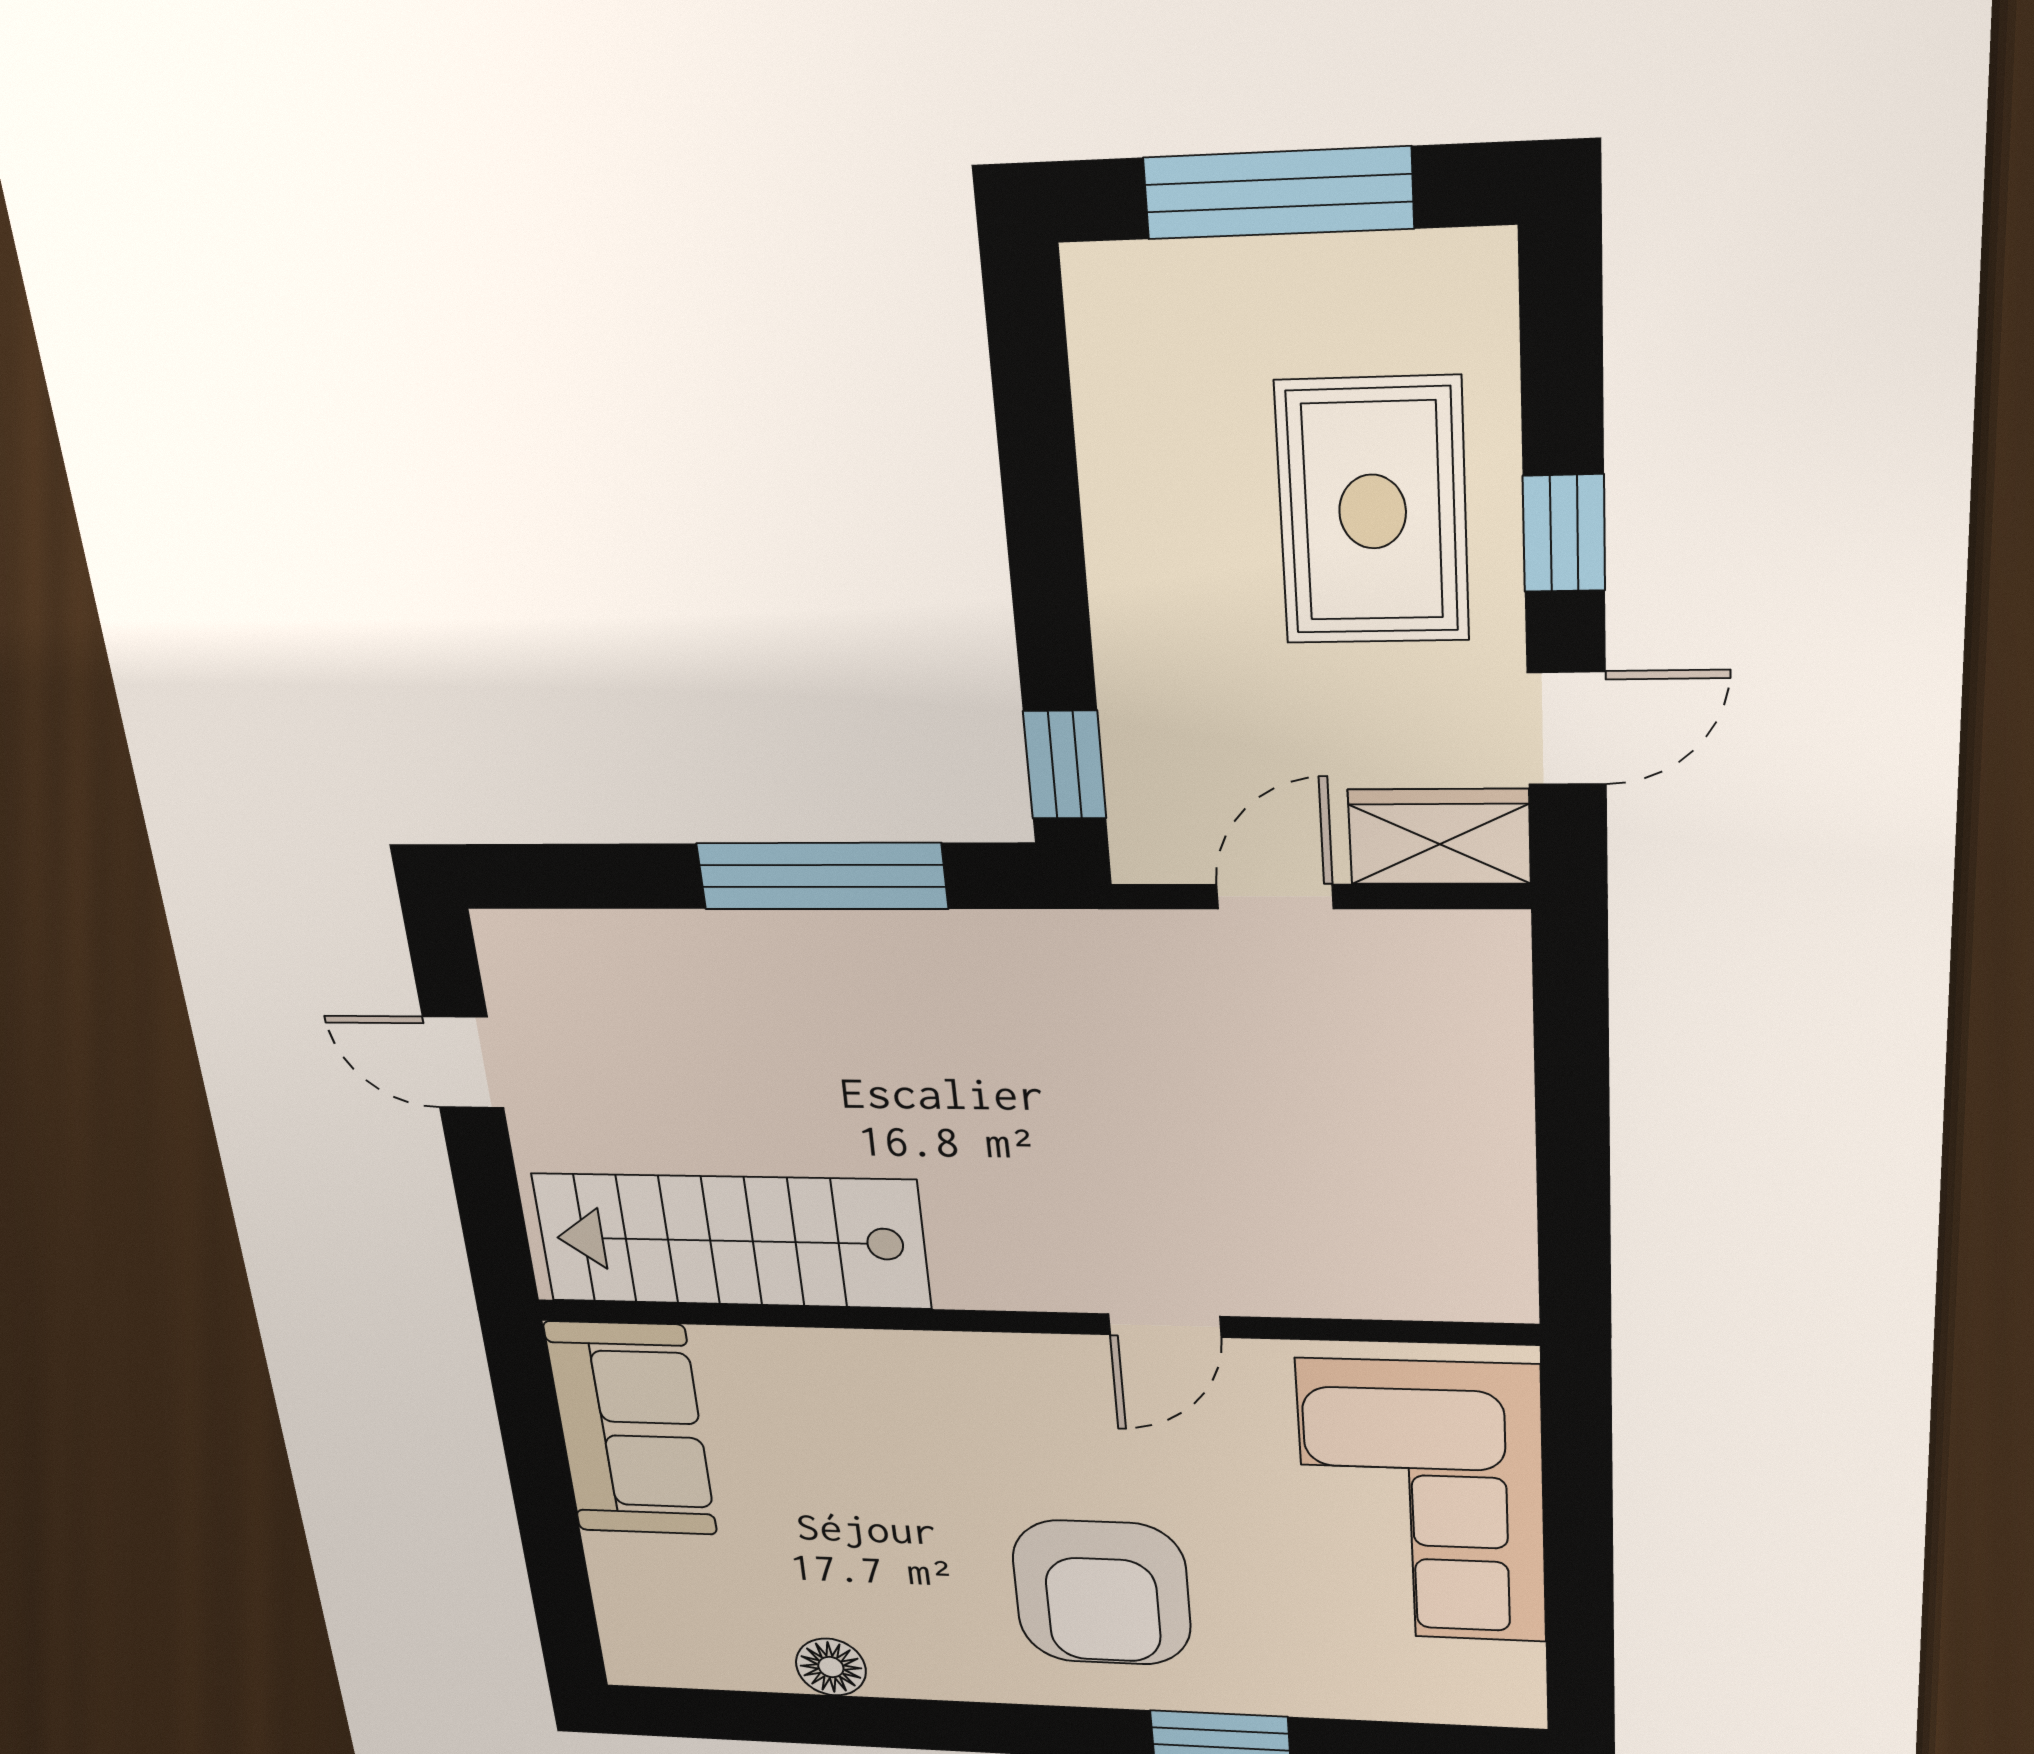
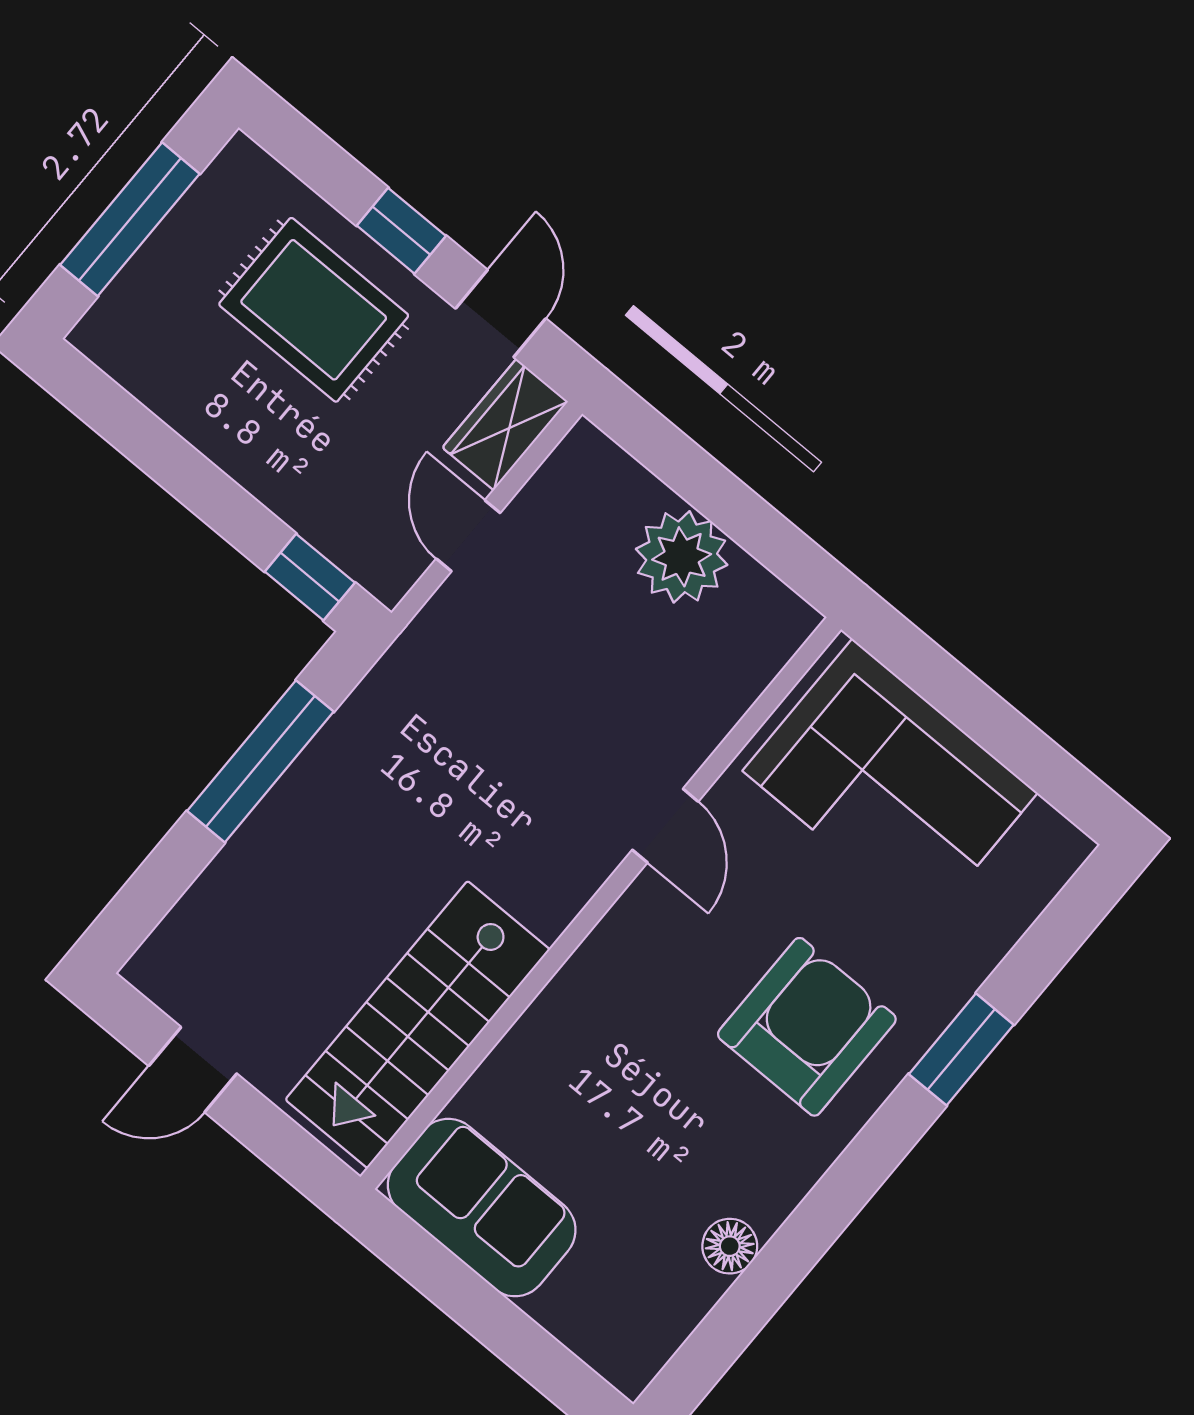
plant: (1466, 1134) -> (682, 557), added
armchair: (1102, 1593) -> (807, 1027), turned -90

